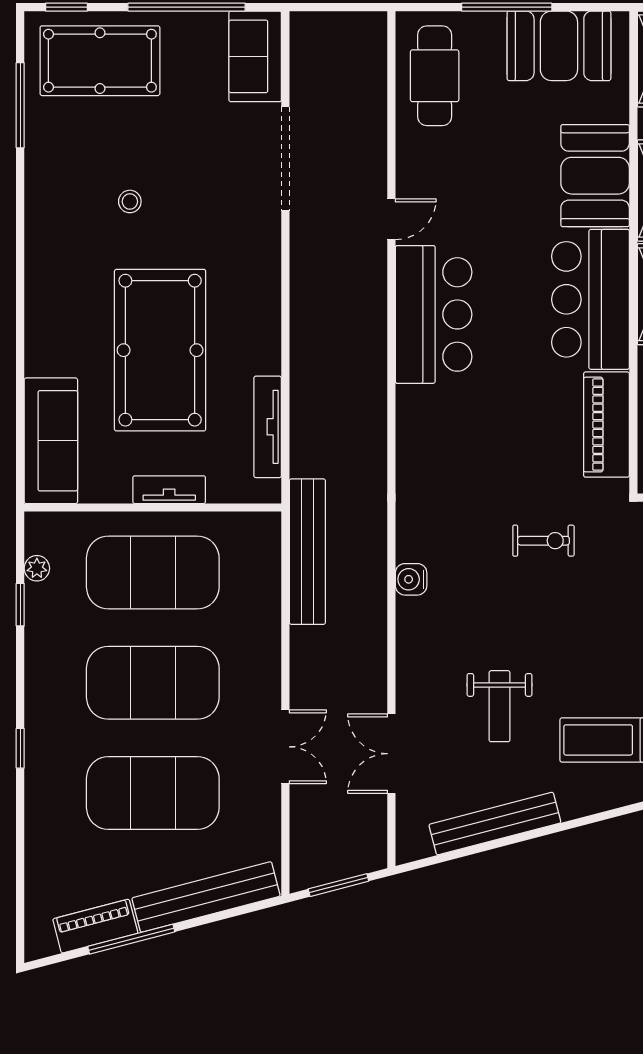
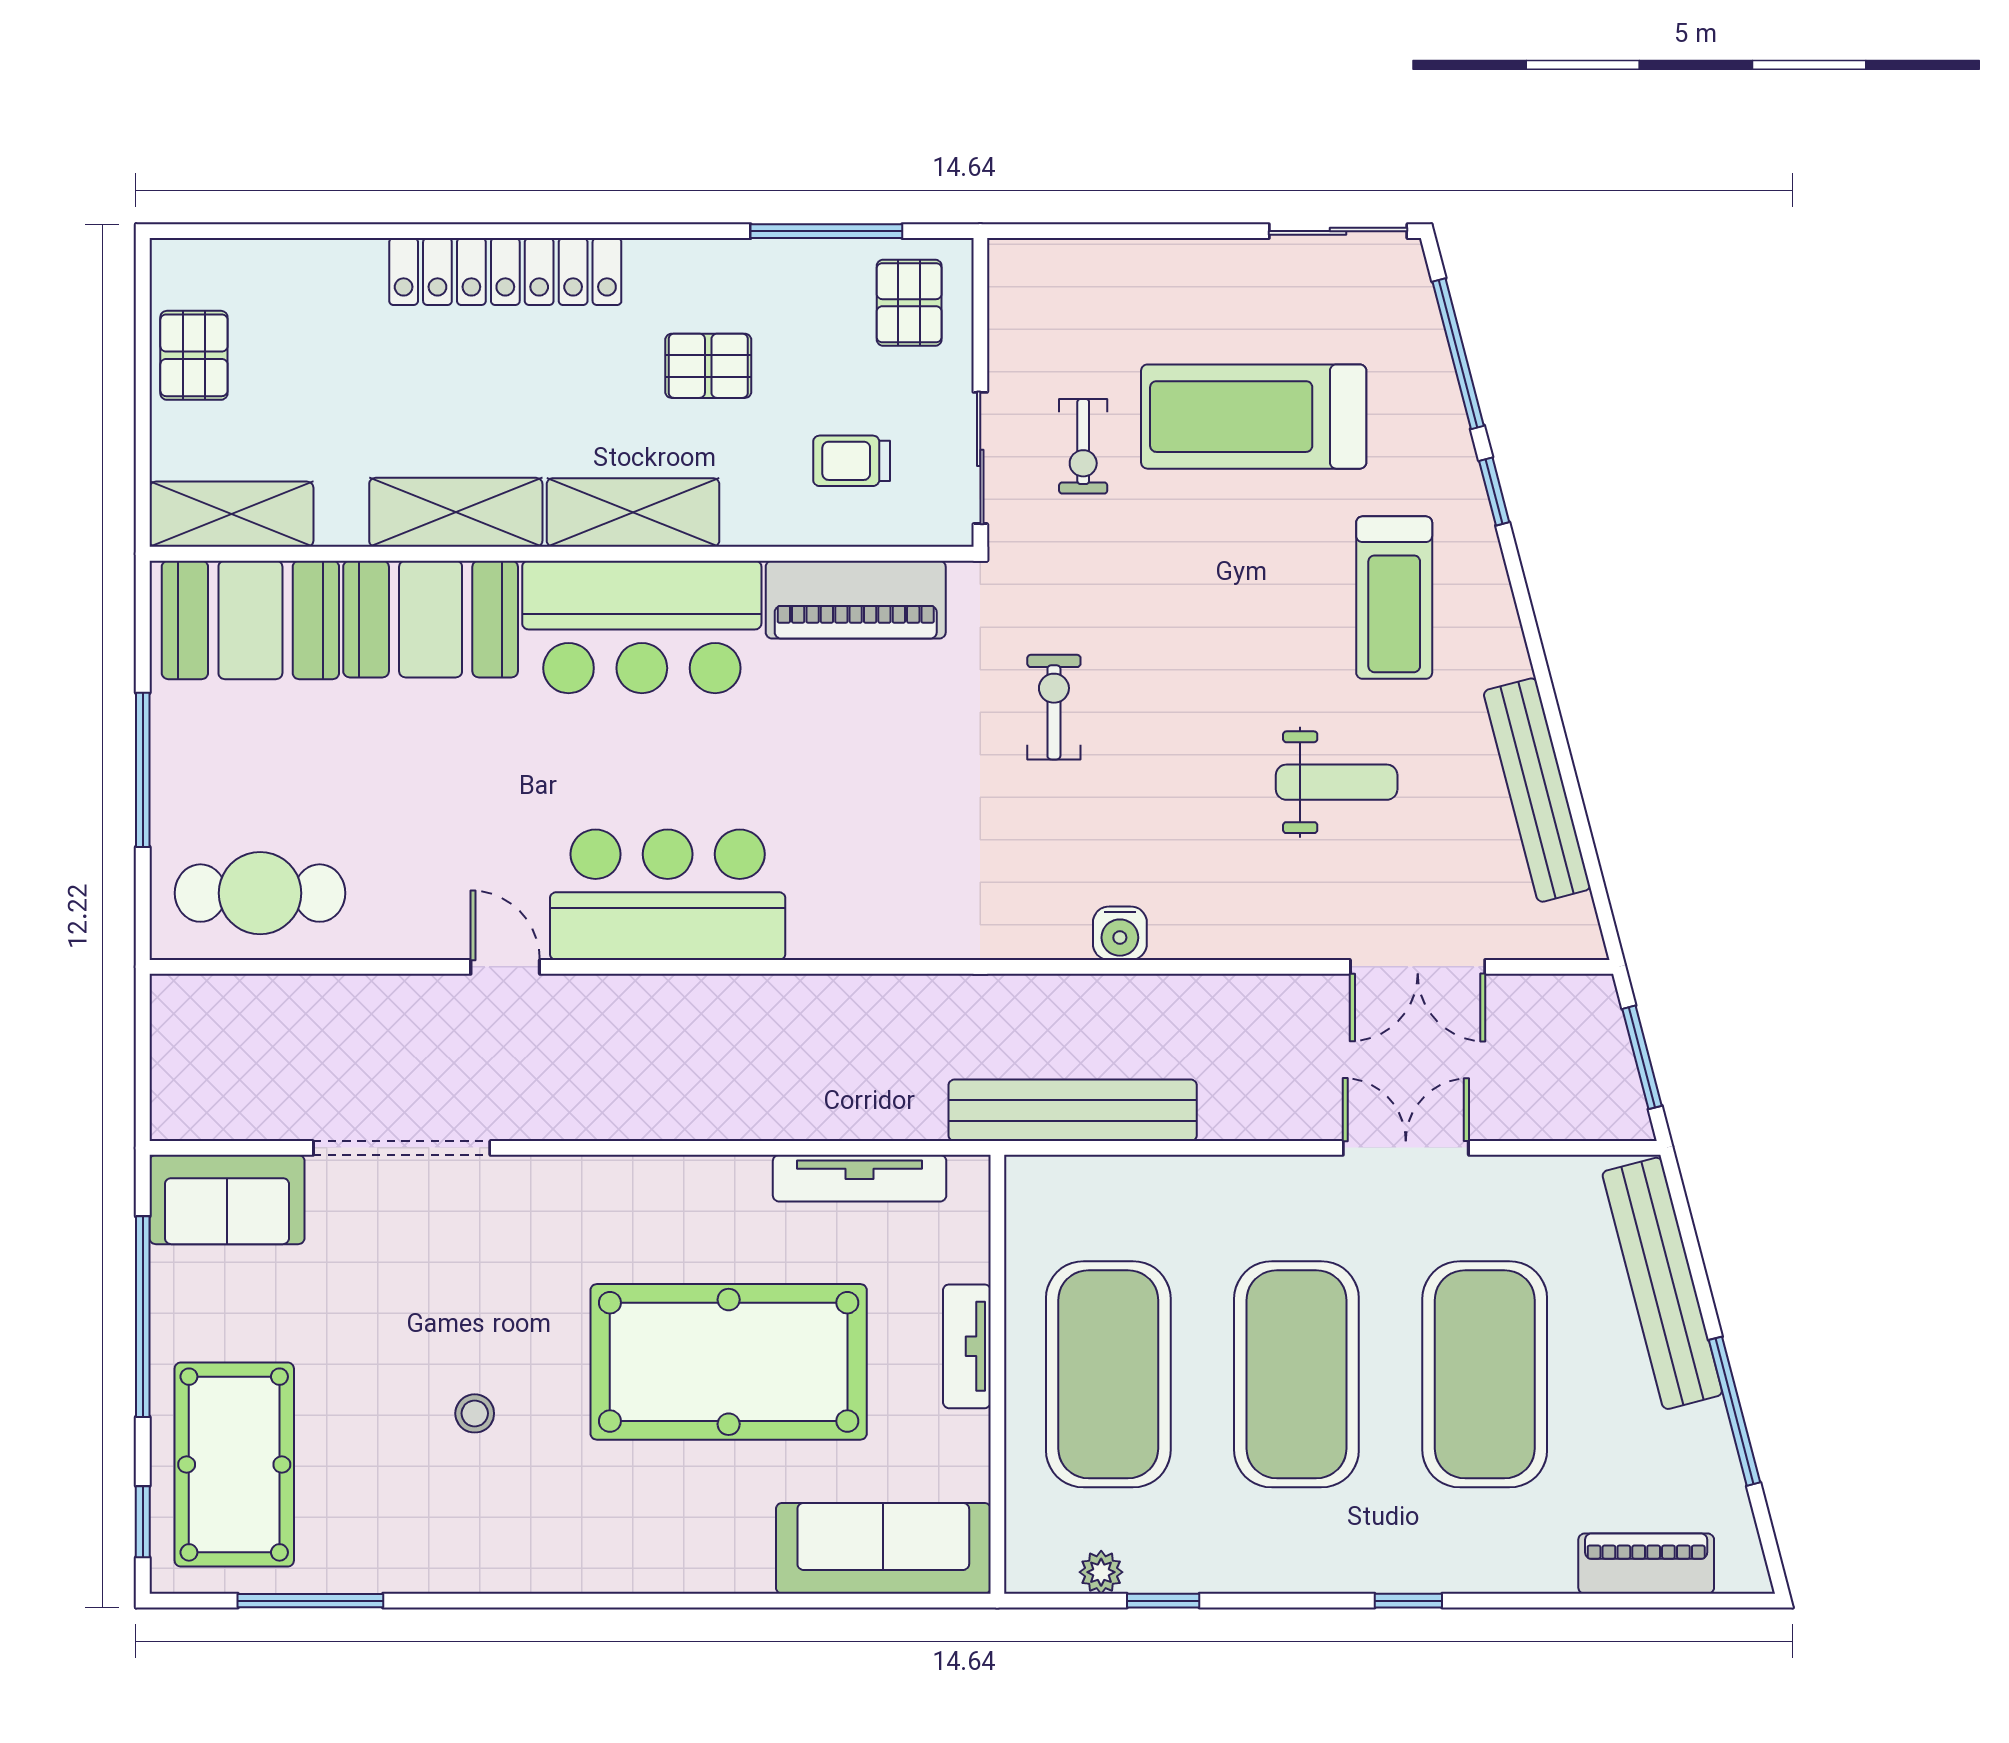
booth: (559, 46) -> (250, 620), moved, turned 90
piano: (95, 926) -> (1646, 1564), moved, turned 105

